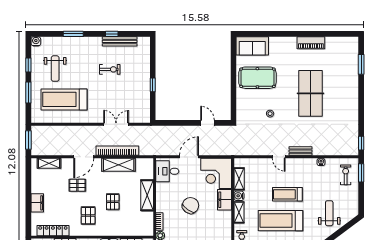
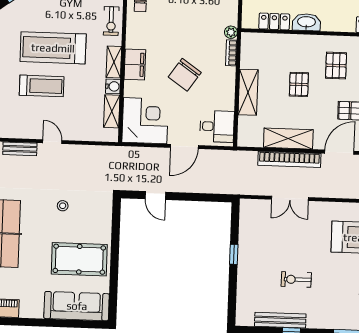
sofa: (252, 46) -> (77, 306), width x1.36
filing cabinet: (225, 200) -> (135, 65), moved
treadmill: (280, 221) -> (53, 48), turned 180

